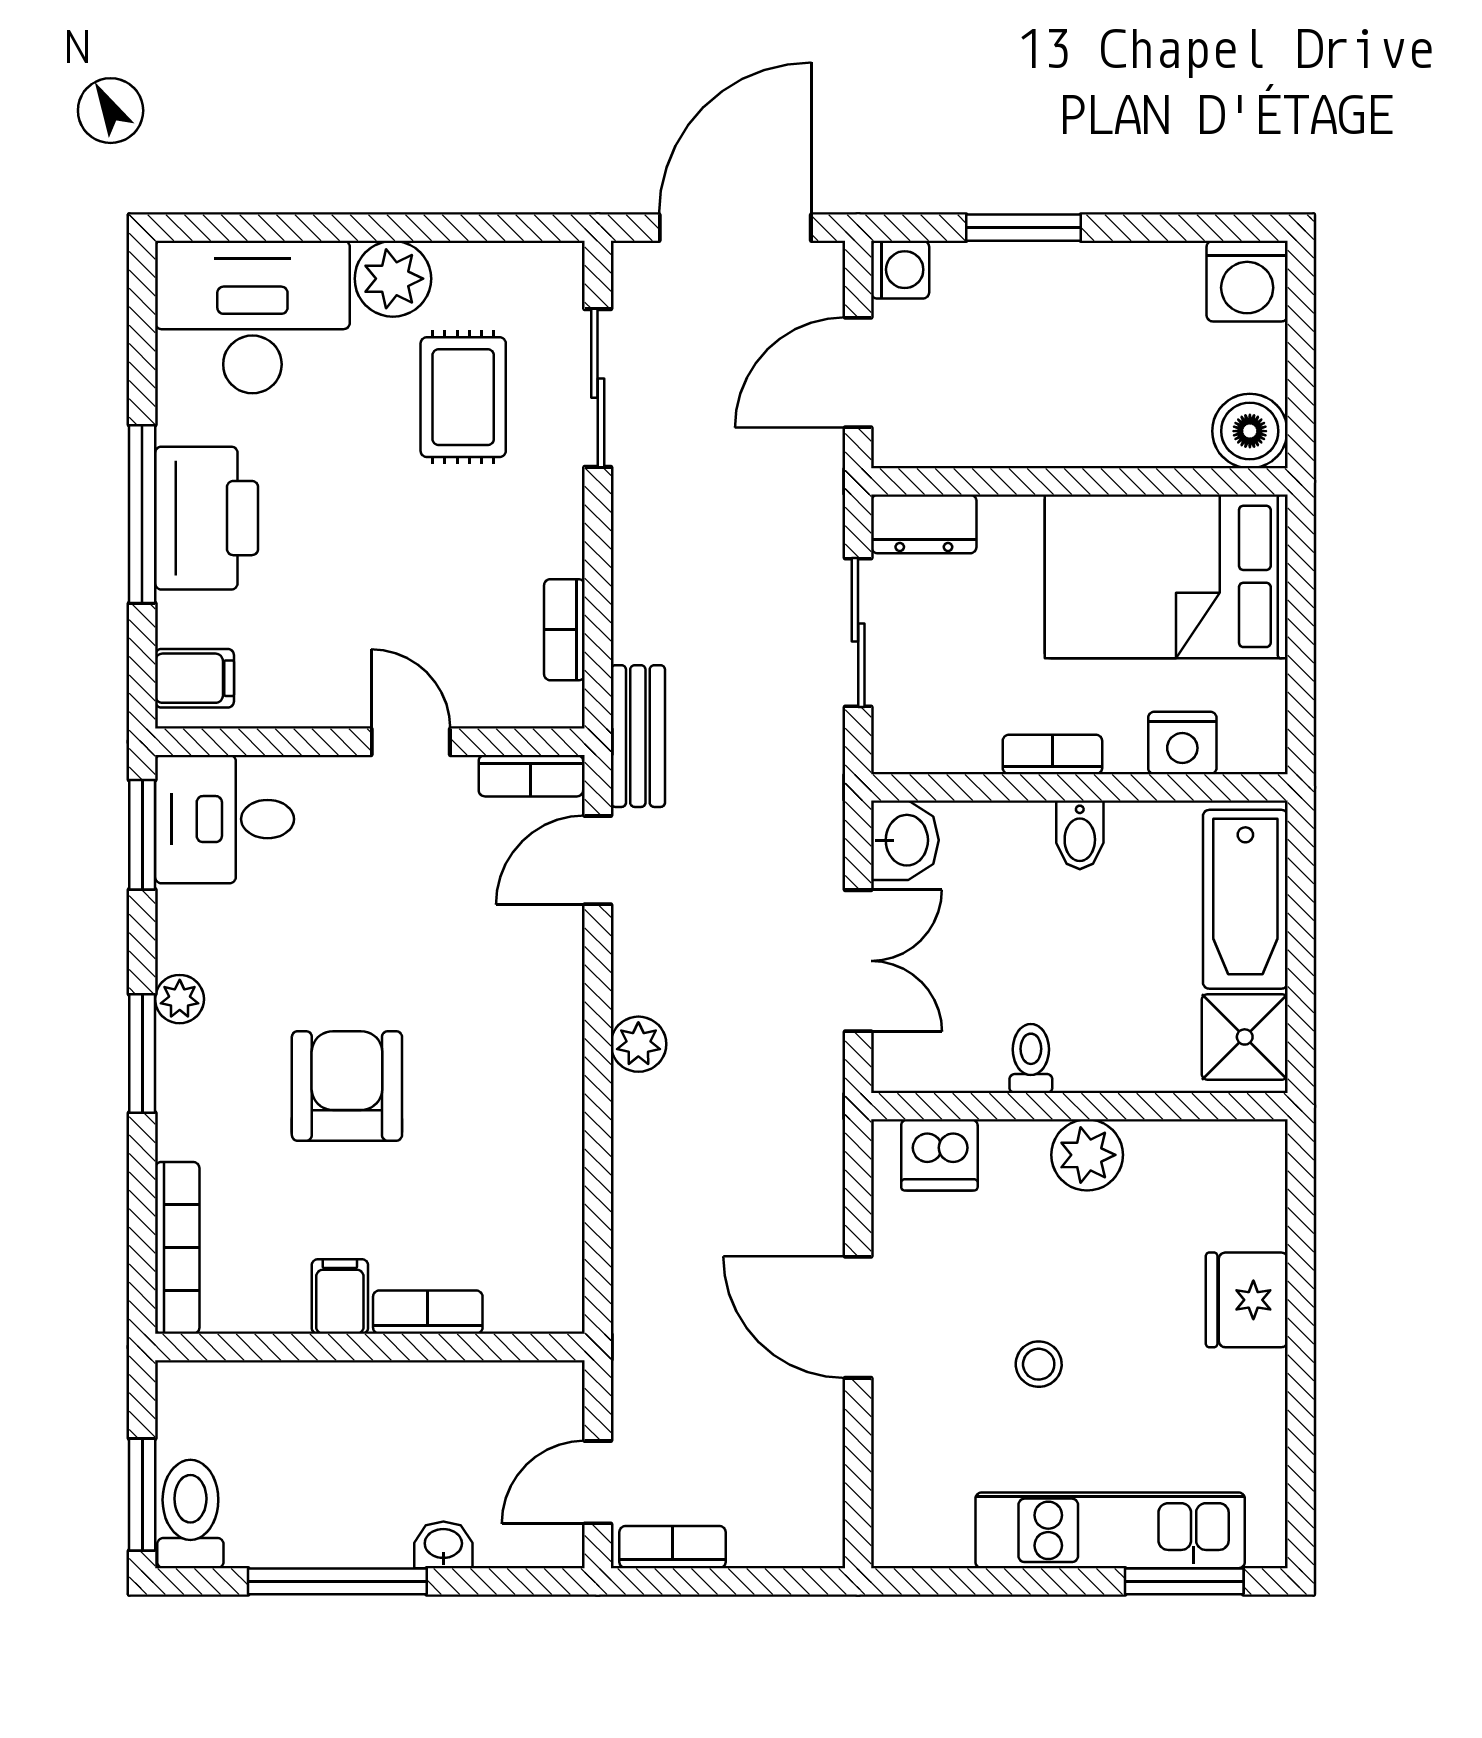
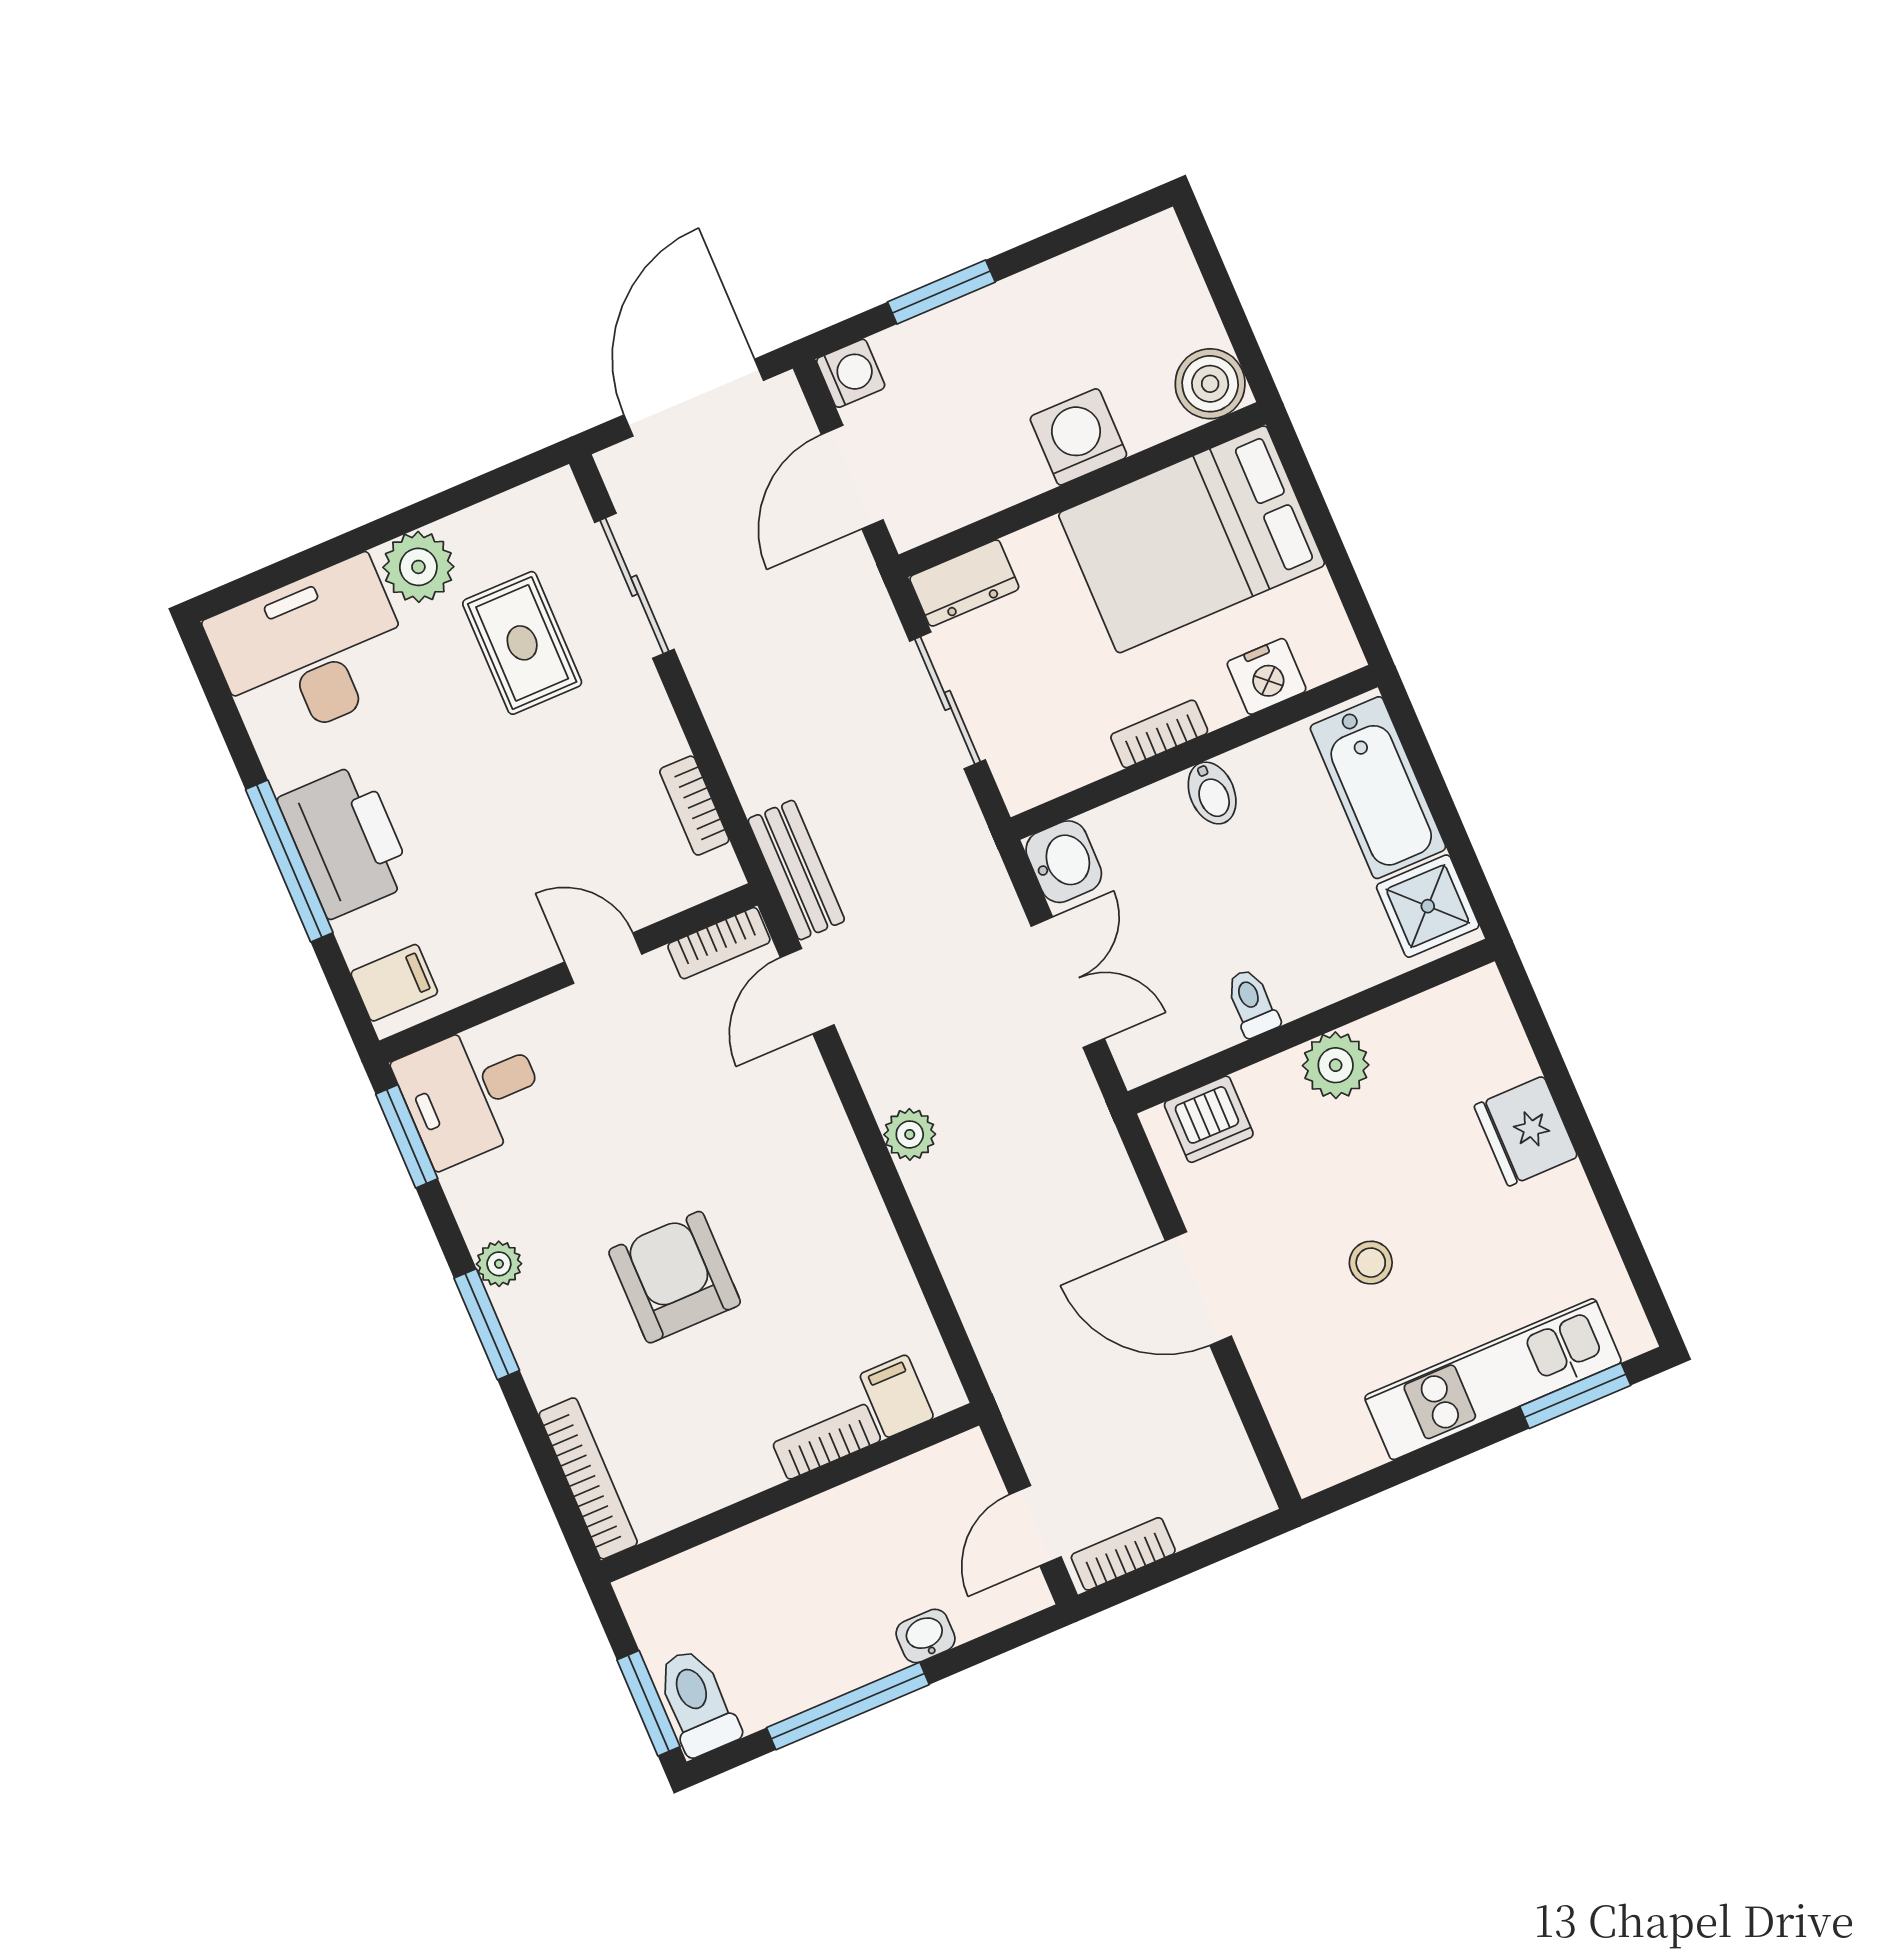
washing machine: (1247, 281) -> (1078, 437), moved, turned 180
filing cabinet: (340, 1297) -> (897, 1396), moved

